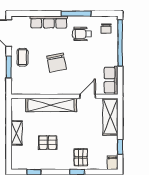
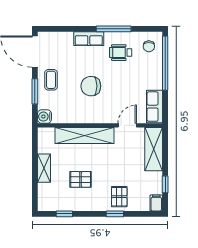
row of seats: (49, 22) -> (89, 39), width x0.68
chair: (57, 63) -> (91, 86), turned 101
water cooler: (17, 89) -> (44, 117), added

